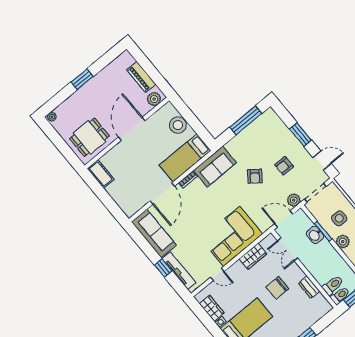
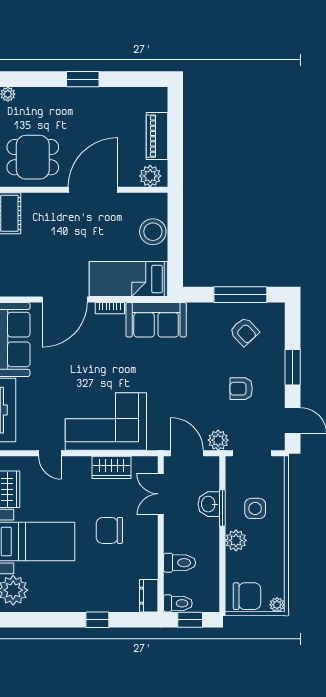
armchair: (255, 176) -> (244, 332), moved, turned -80
toilet: (333, 285) -> (180, 563), moved
dresser: (309, 287) -> (149, 596), moved

